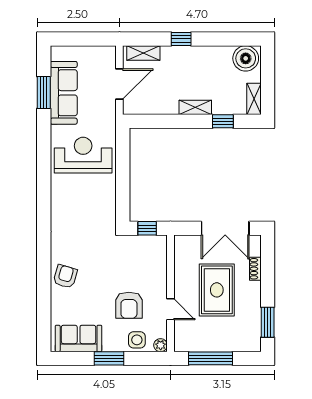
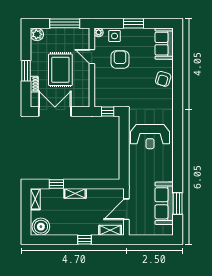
reception desk: (83, 155) -> (150, 137), moved
window: (268, 322) -> (26, 71), moved
sofa: (79, 338) -> (164, 44), moved, turned 90
plant: (251, 342) -> (37, 34), added

